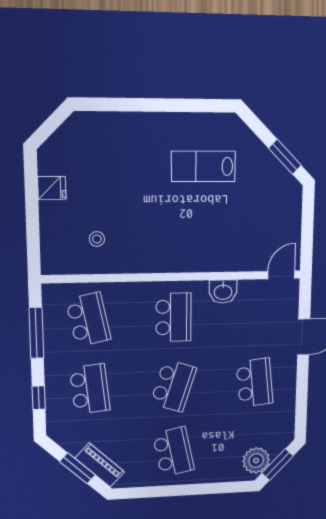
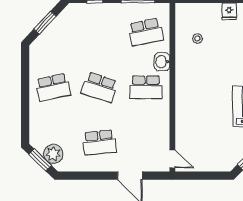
washbasin: (223, 292) -> (162, 62), moved
school desk: (90, 389) -> (99, 32), removed
plant: (256, 460) -> (53, 154), moved
piano: (100, 465) -> (46, 38), removed

